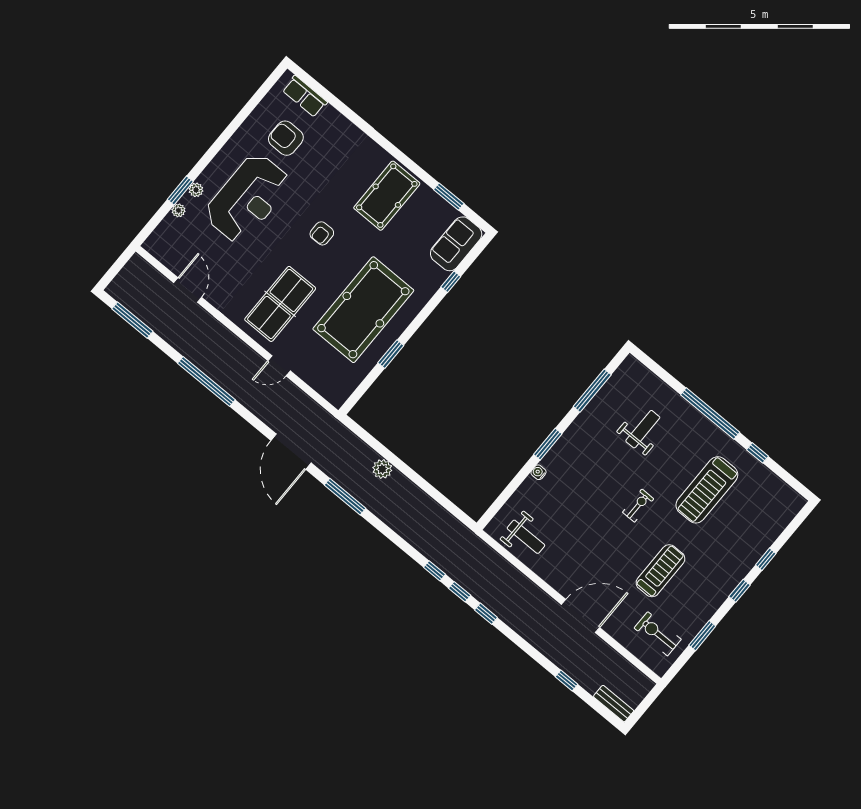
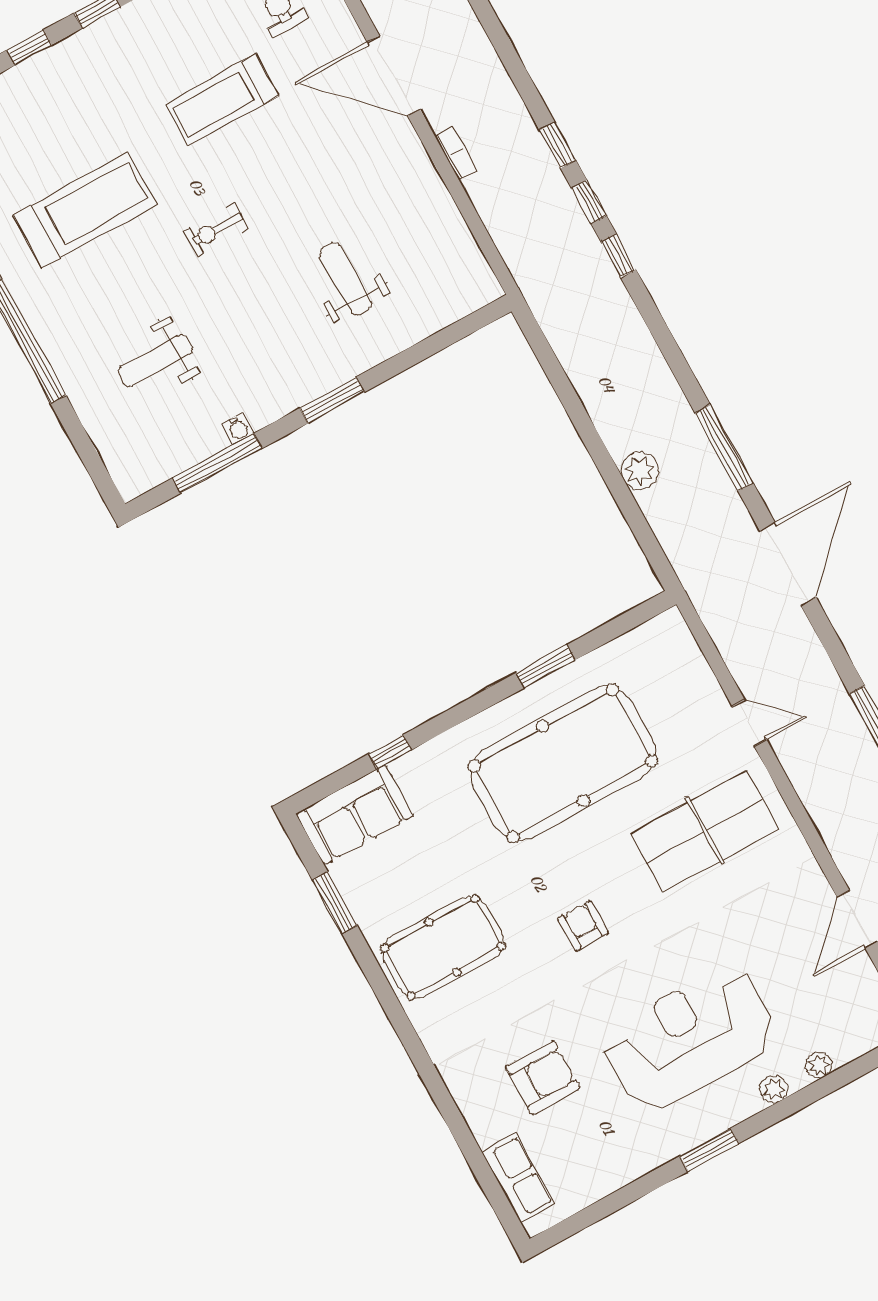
armchair: (286, 138) -> (543, 1078), moved, turned -90
window: (180, 191) -> (709, 1150), moved
armchair: (322, 233) -> (583, 926), turned -90
water cooler: (538, 472) -> (238, 428), moved
weight bench: (526, 537) -> (346, 279), moved
bookcase: (535, 590) -> (456, 153), added

